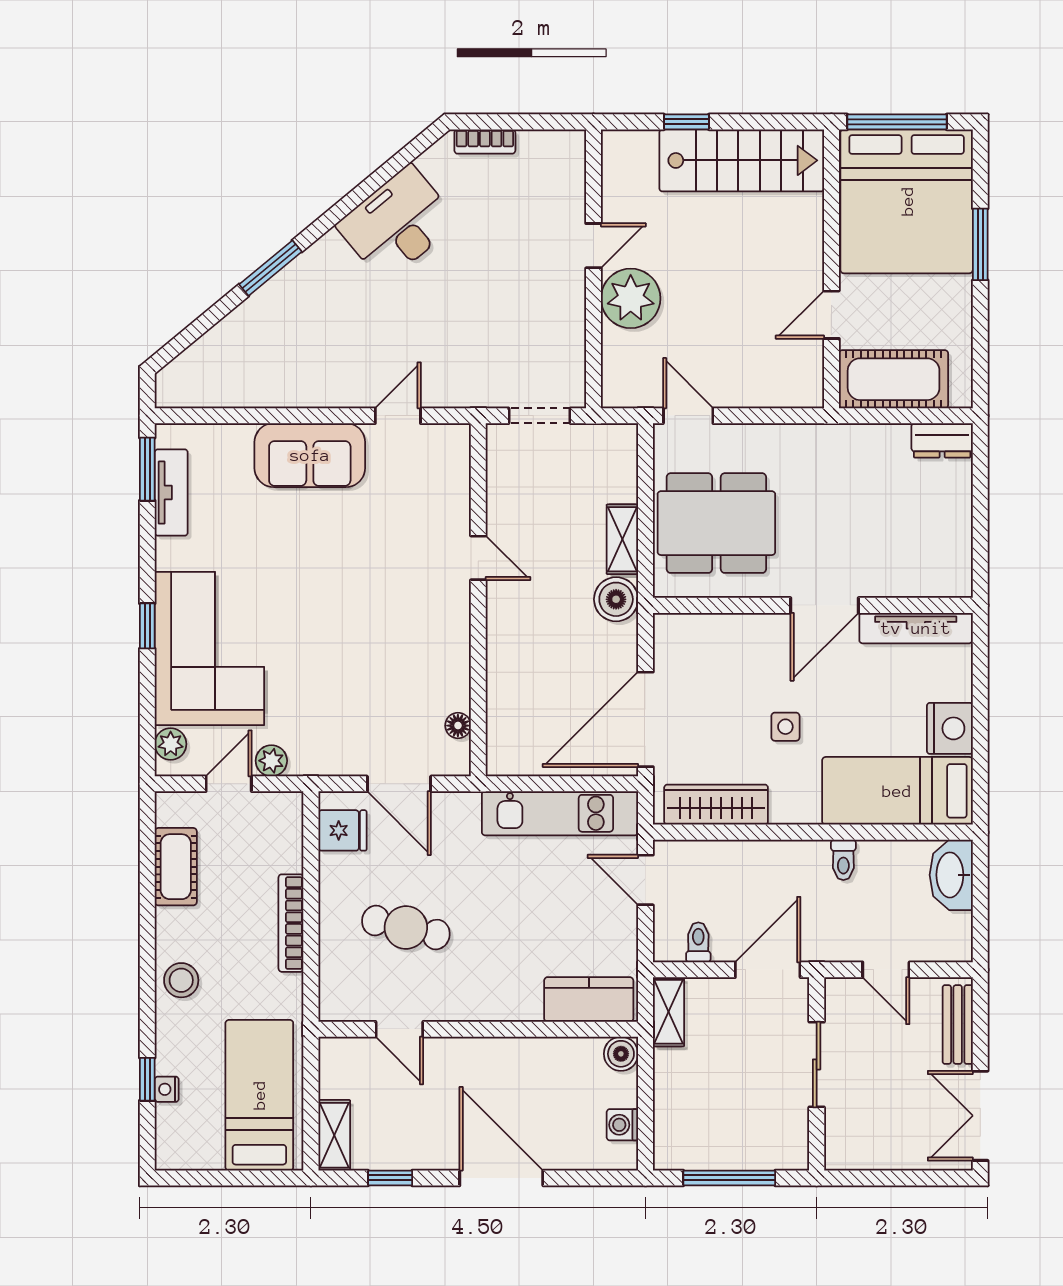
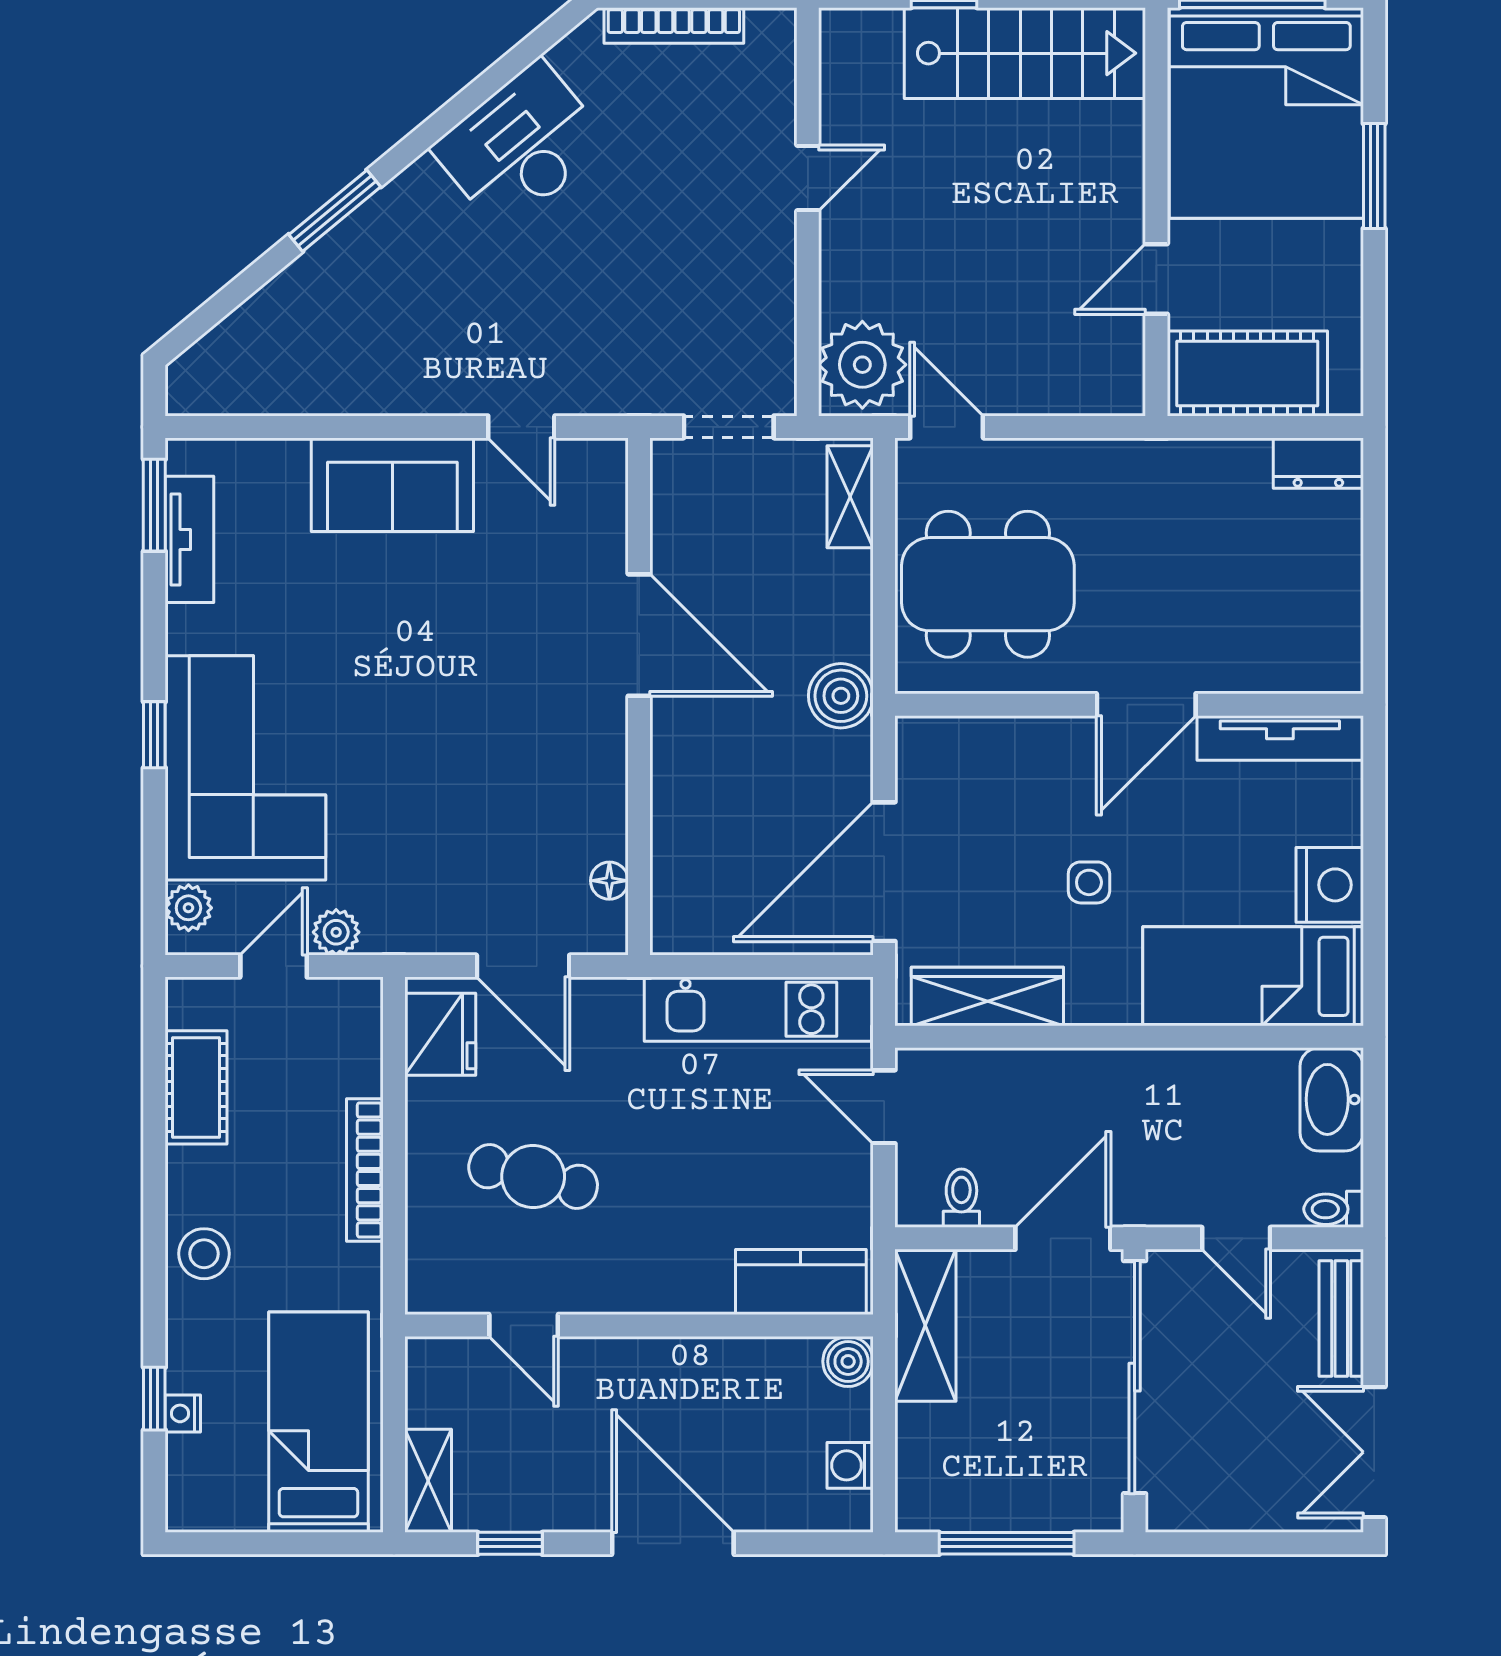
bookcase: (485, 142) -> (674, 25), width x1.56
plant: (631, 298) -> (862, 365), moved
door: (398, 416) -> (521, 427), swing flipped
shelving: (622, 539) -> (850, 497), moved
door: (478, 558) -> (639, 635), width x1.87
fridge: (343, 830) -> (440, 1034), width x1.38
toilet: (843, 860) -> (1334, 1209), moved, turned 90
shelving: (669, 1012) -> (925, 1325), width x1.50, depth x1.33
sliding door: (817, 1064) -> (1135, 1377), width x1.86

